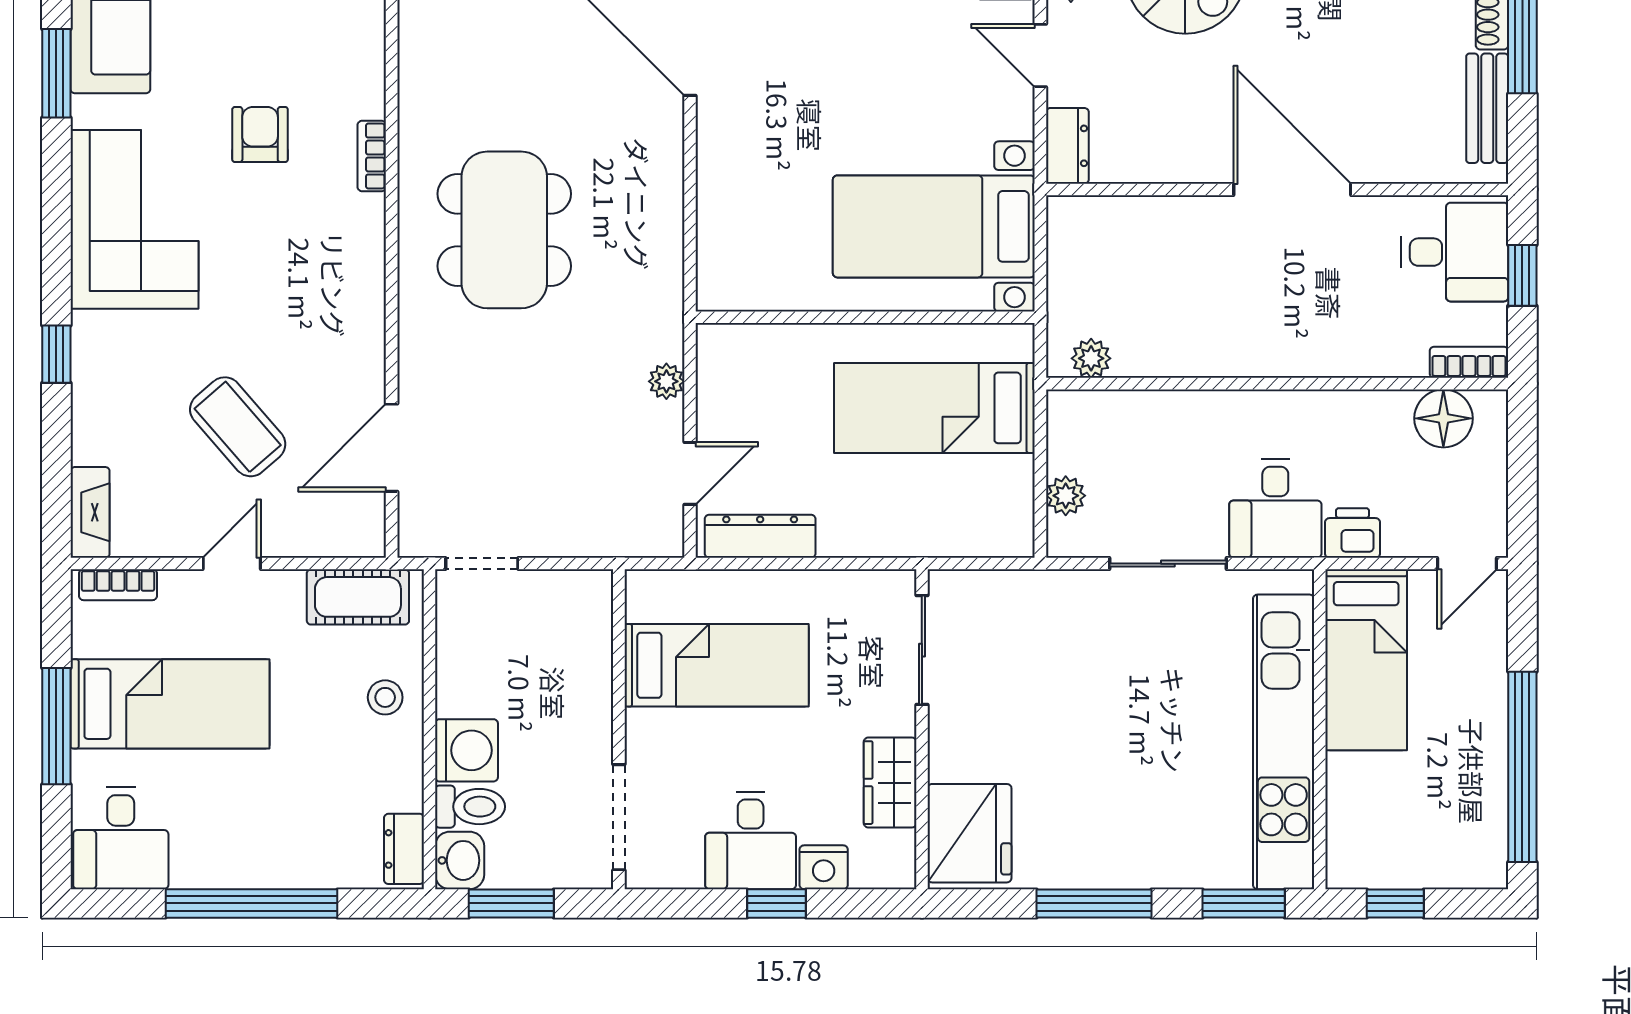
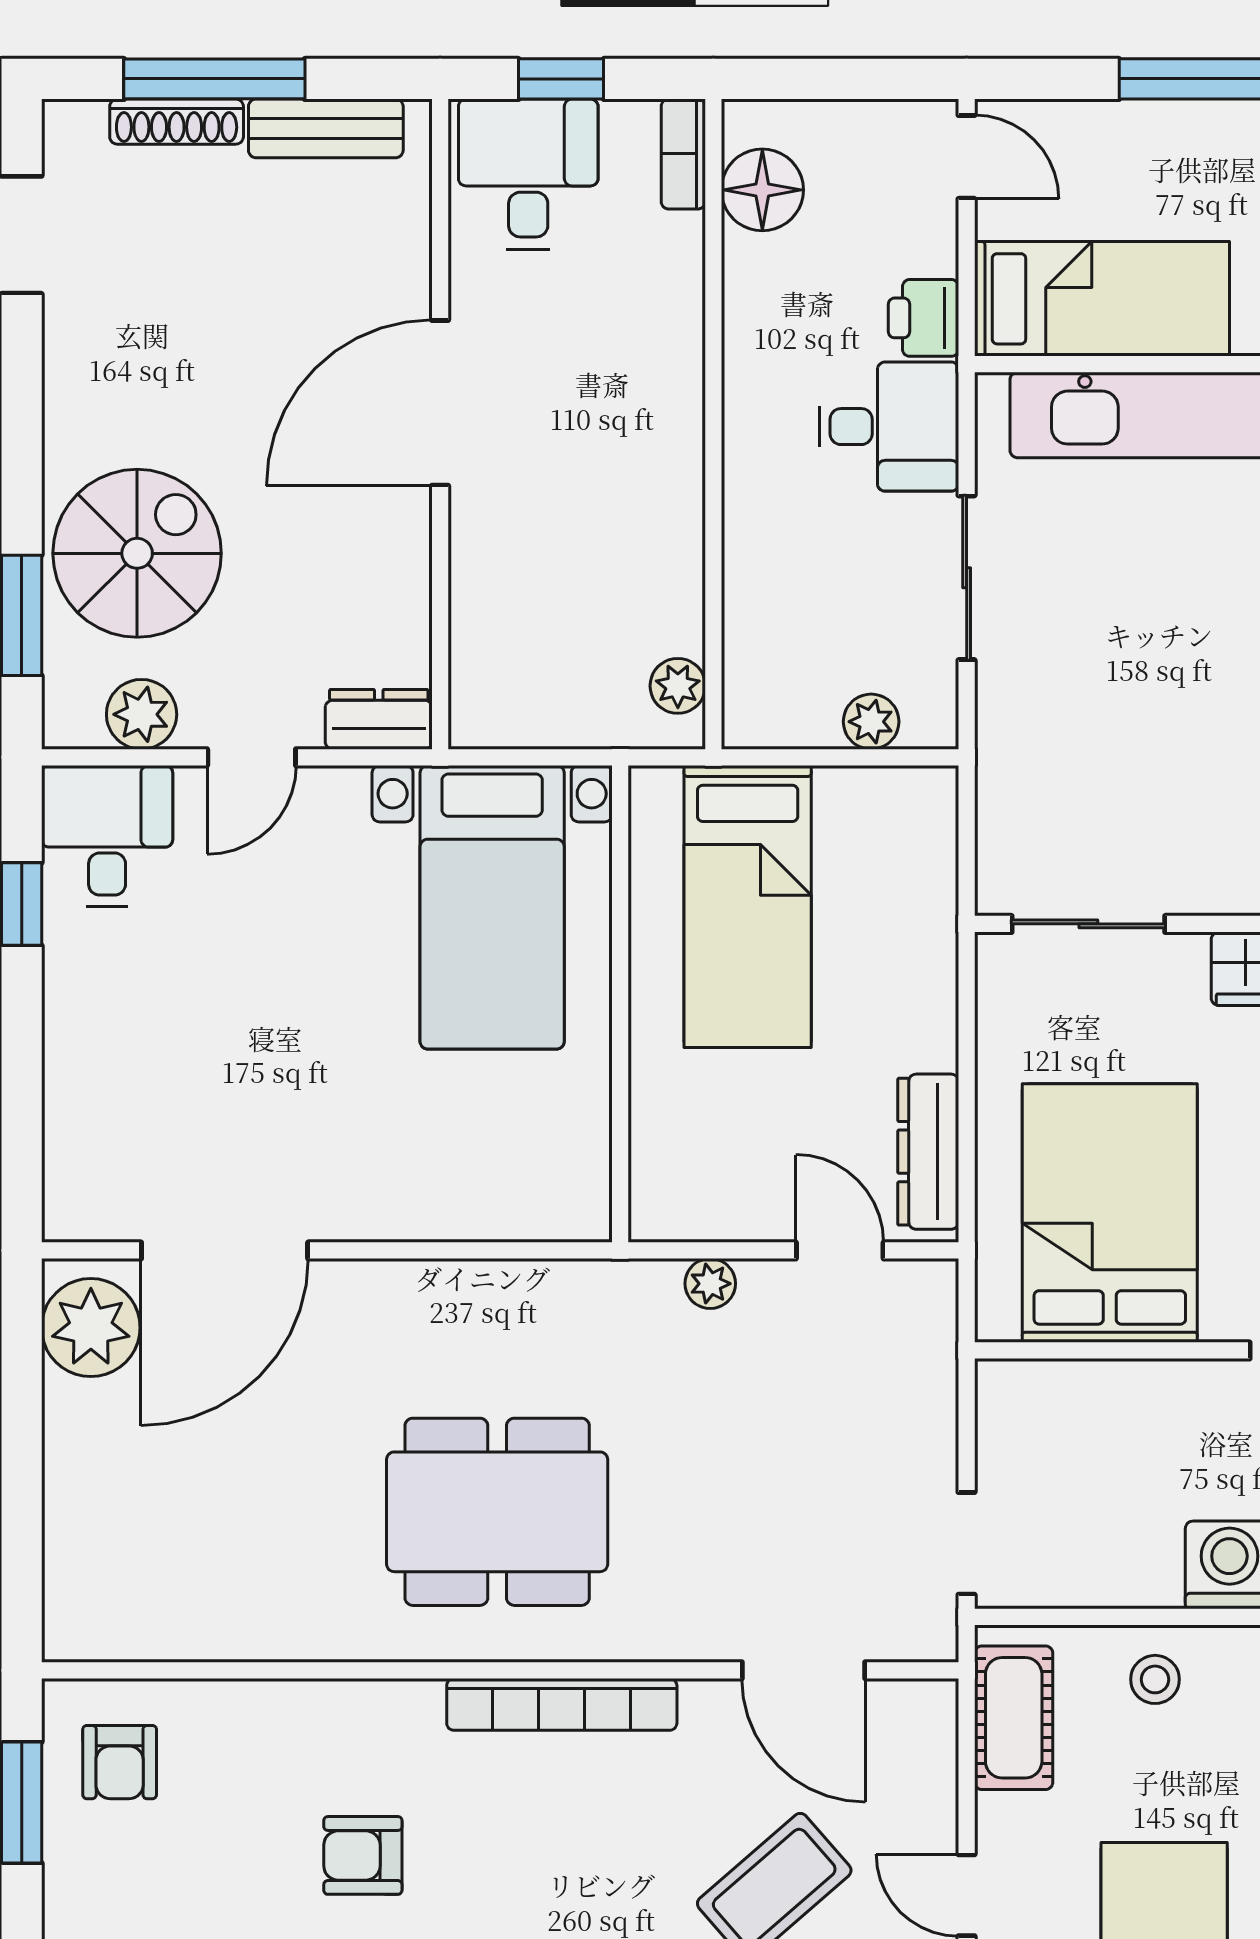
bookcase: (372, 156) -> (562, 1704), moved, width x2.31, depth x1.31
bed: (717, 665) -> (1110, 1213), width x1.50

